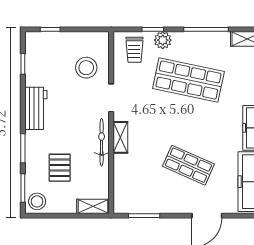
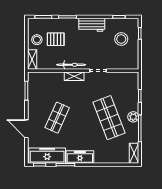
plant: (163, 40) -> (133, 117), moved
trolley: (134, 50) -> (127, 85), removed
stool: (86, 68) -> (121, 39), moved
shop shelf: (188, 80) -> (109, 118), turned -33
stool: (37, 201) -> (37, 40), moved

